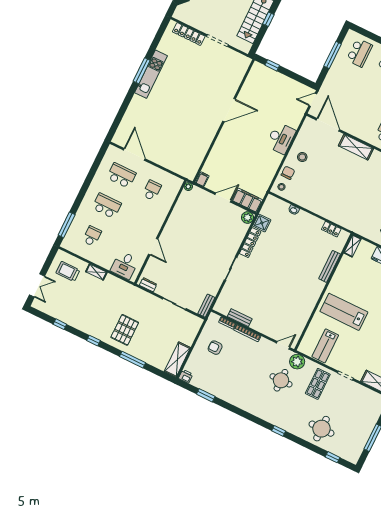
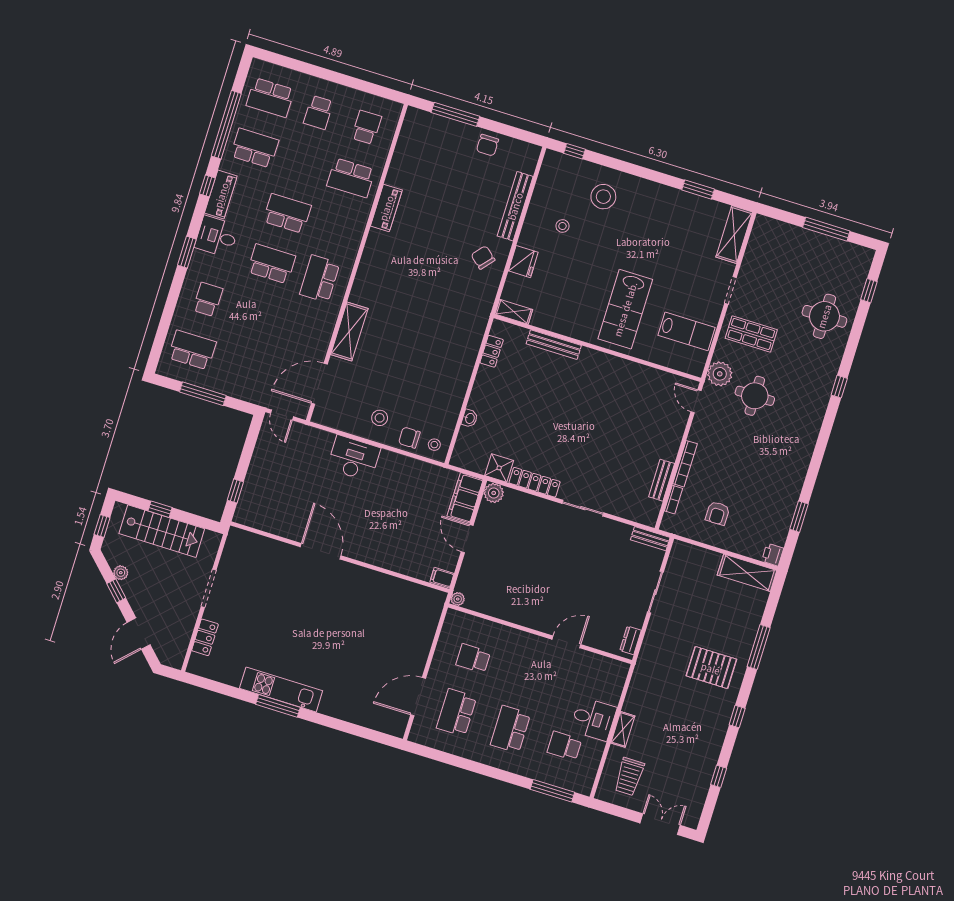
locker: (189, 34) -> (205, 637), width x0.66
desk: (125, 265) -> (593, 719), moved

